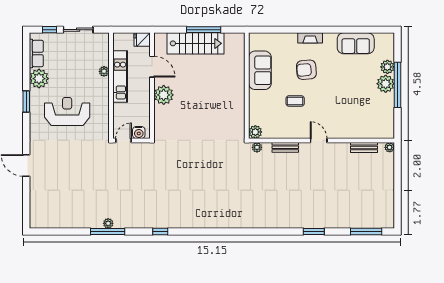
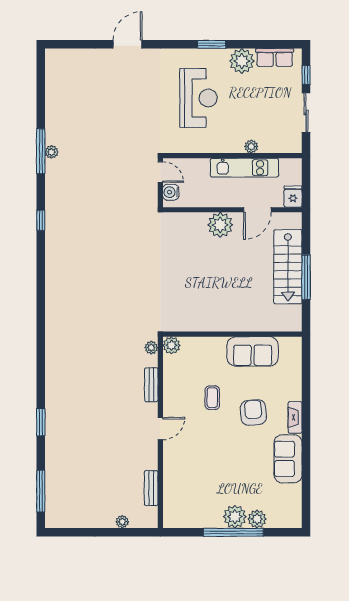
sofa: (356, 43) -> (288, 459), moved
plant: (390, 147) -> (122, 522), moved

